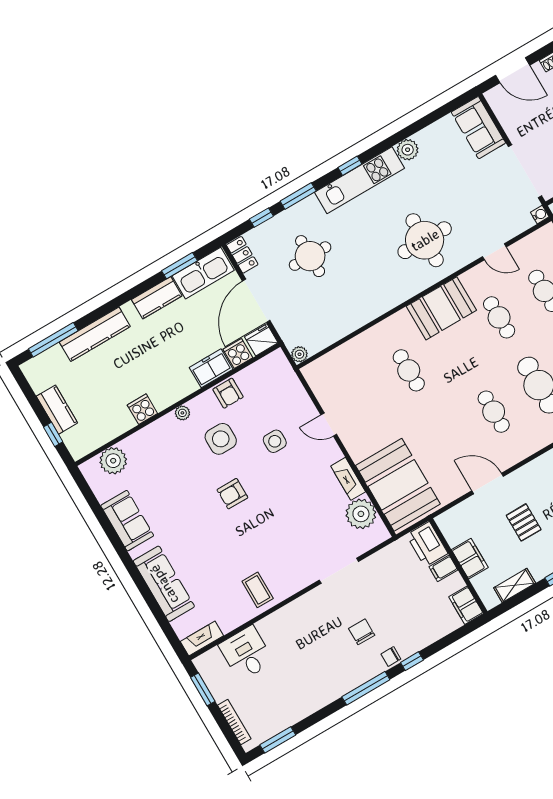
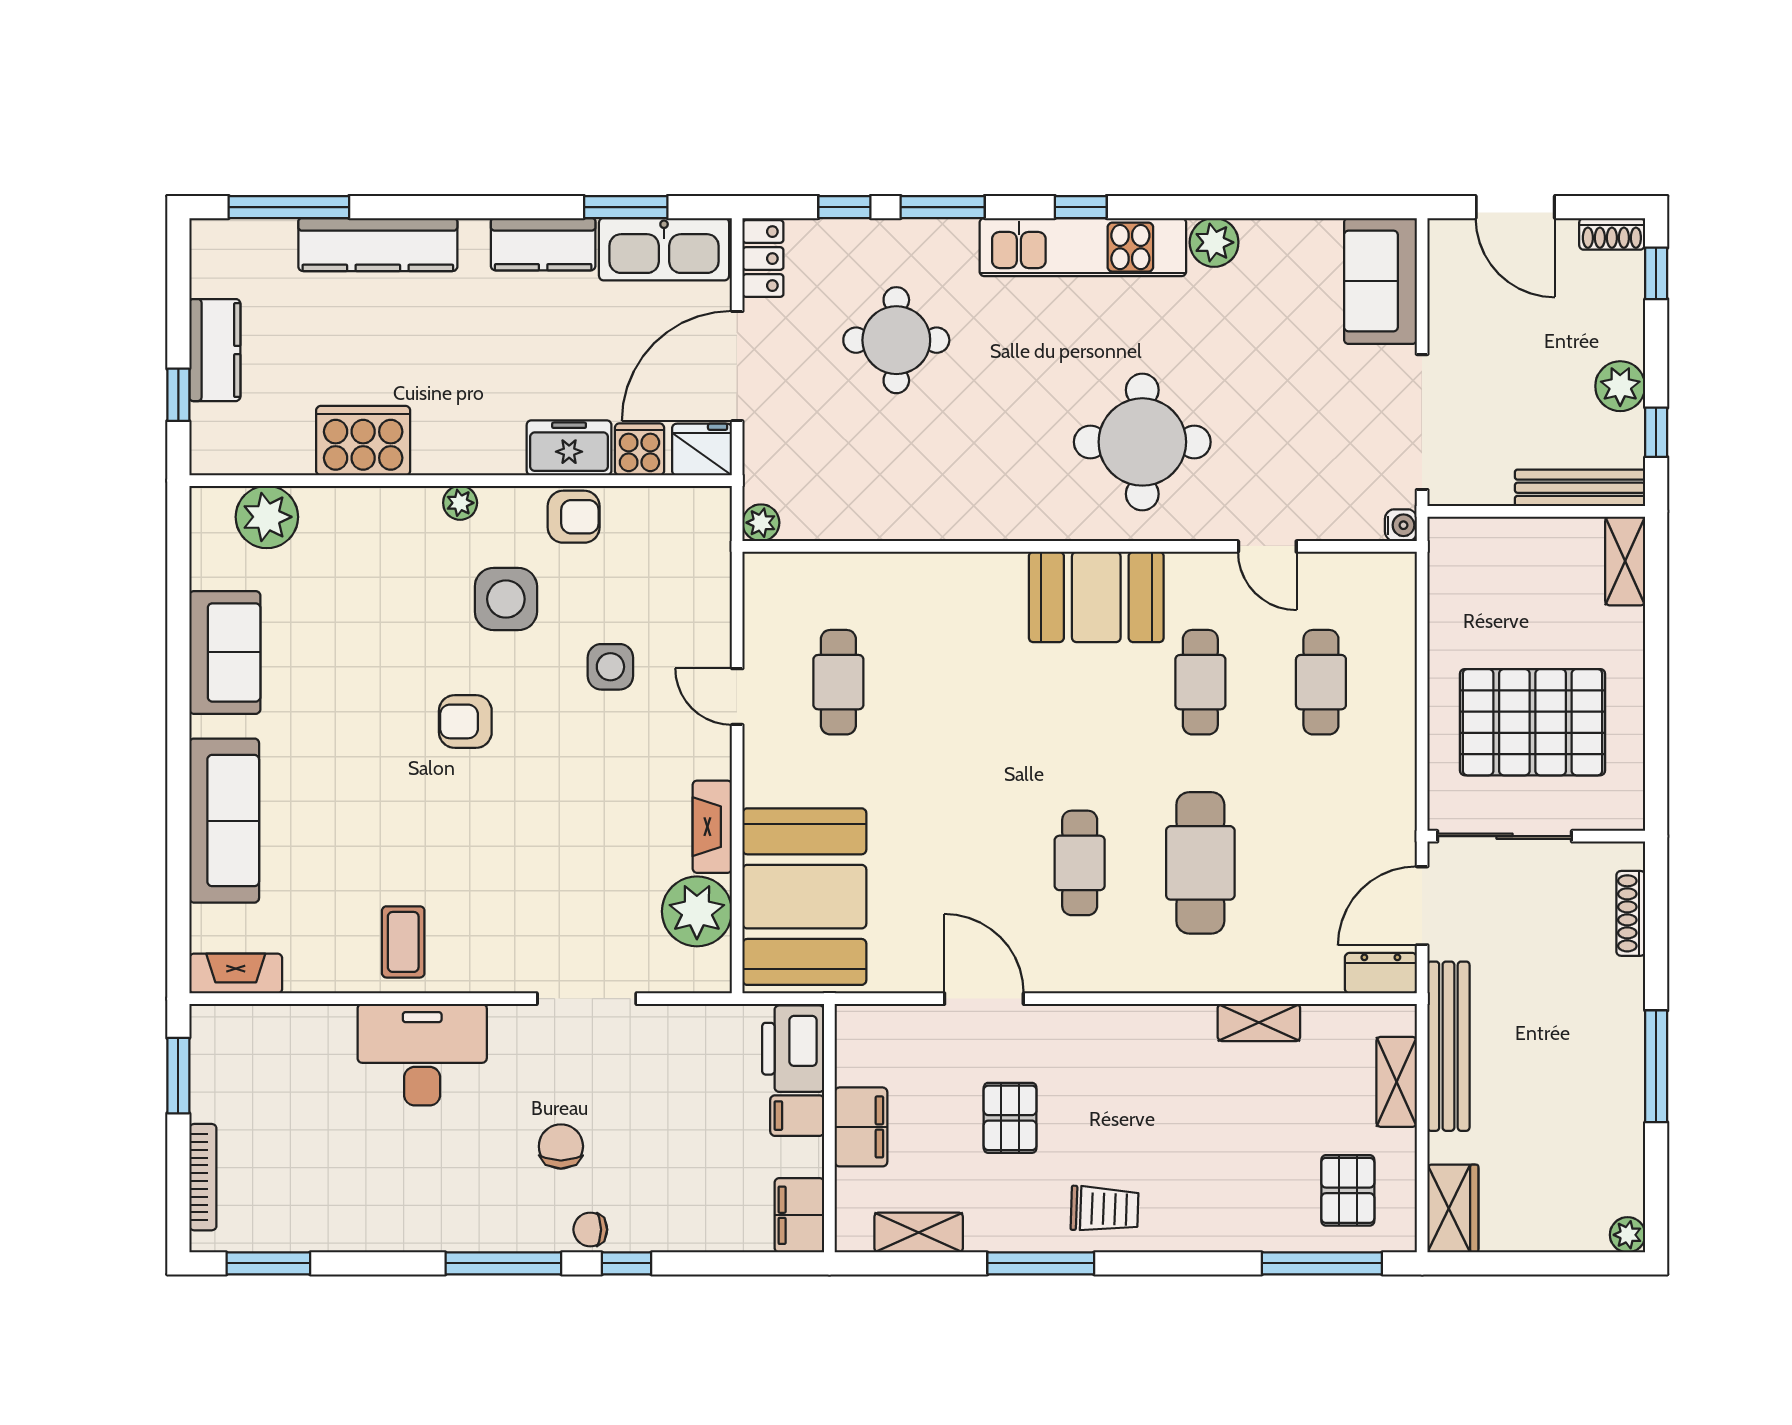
cafe table: (409, 370) -> (838, 682), moved
armchair: (228, 393) -> (574, 517), turned -90
cooker: (142, 409) -> (363, 441), width x1.87, depth x1.31
desk: (246, 653) -> (422, 1055), moved, width x1.37

